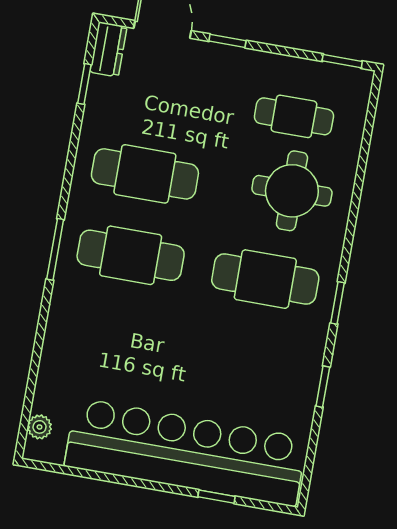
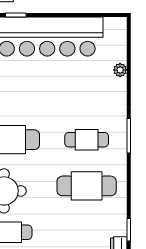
cafe table: (131, 255) -> (87, 140), width x0.73, depth x0.74
plant: (40, 427) -> (120, 70), moved

